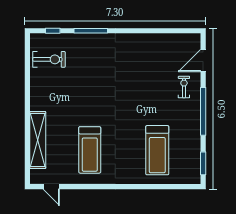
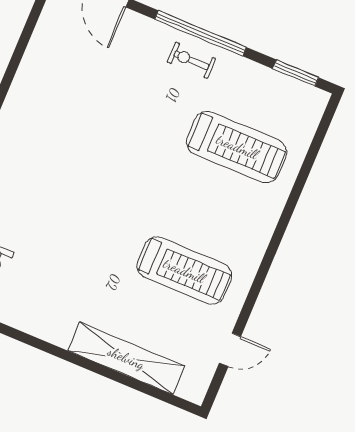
exercise bike: (184, 87) -> (191, 60), moved
door: (51, 187) -> (230, 350), moved

